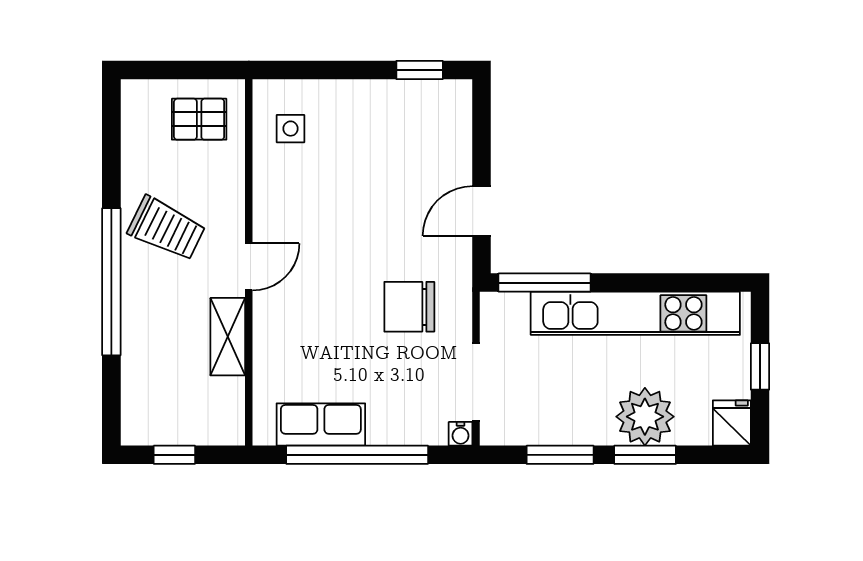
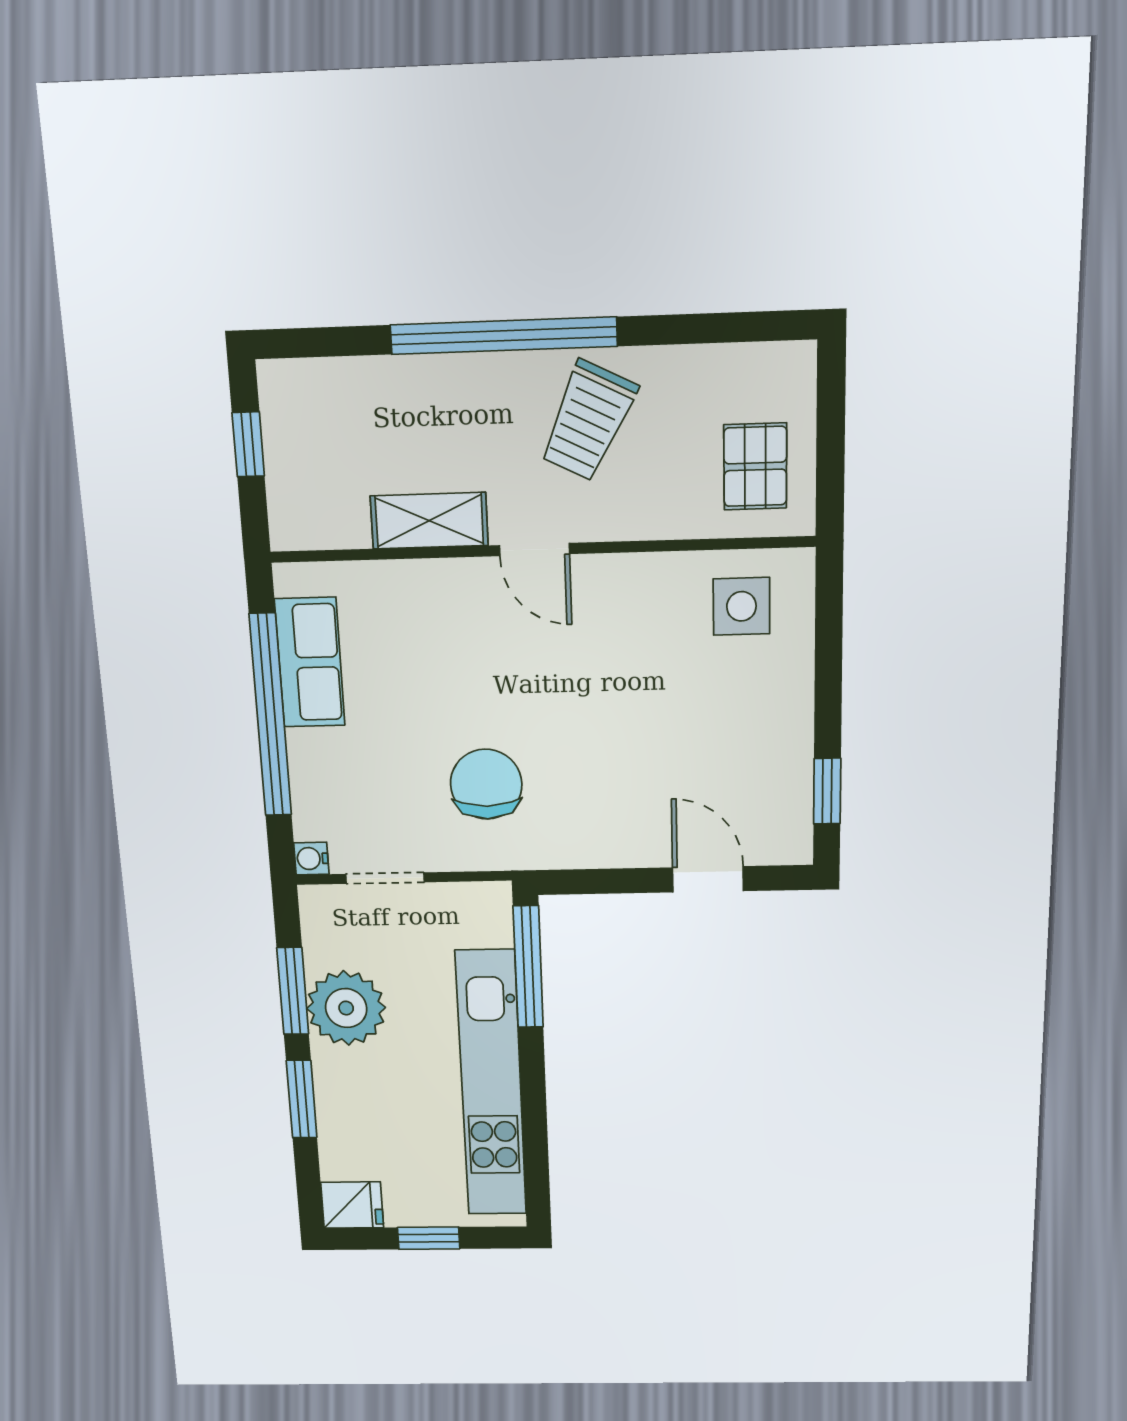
side table: (291, 129) -> (741, 606), width x1.37, depth x1.37
door: (482, 211) -> (708, 879), moved
doorway: (476, 382) -> (385, 878), width x0.73
plant: (645, 417) -> (346, 1008), moved

